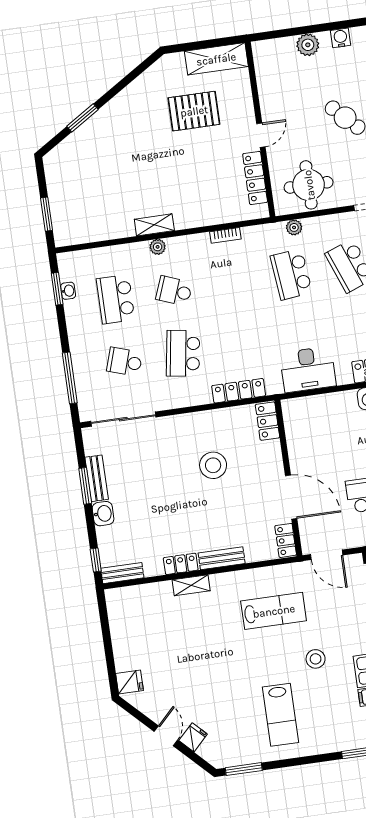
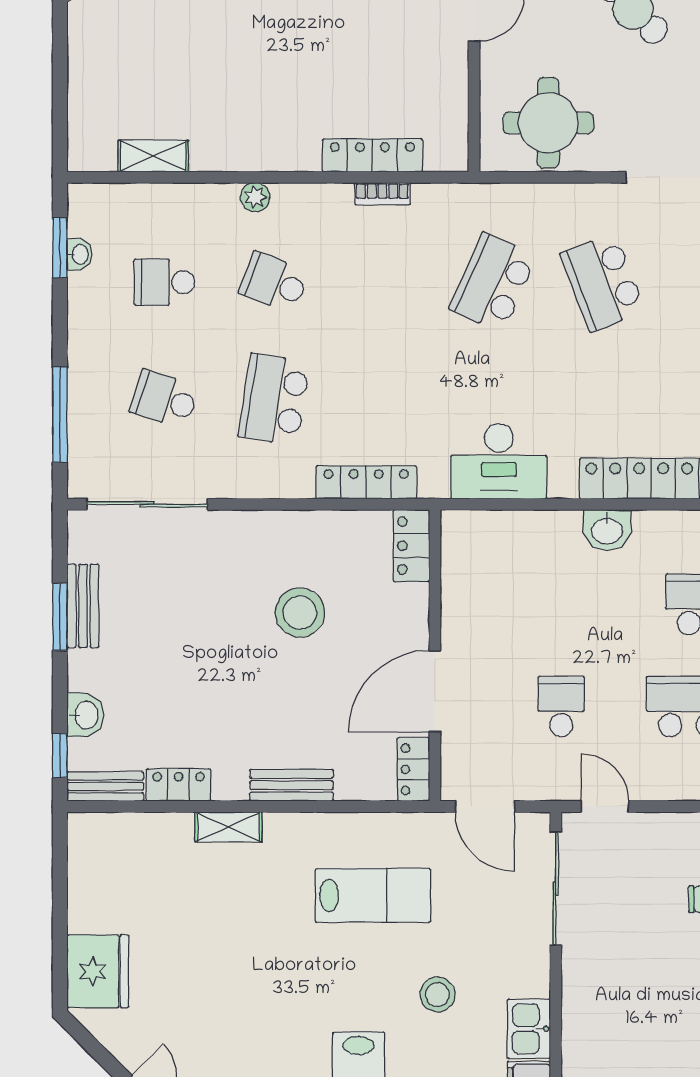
locker: (255, 178) -> (372, 155), moved, turned 90
window: (46, 214) -> (60, 108), removed
shelving: (154, 225) -> (153, 156), moved
plant: (294, 227) -> (511, 197), removed
school desk: (291, 274) -> (493, 282), turned 30
school desk: (116, 299) -> (164, 282), width x0.54
door: (291, 497) -> (435, 691), swing flipped
washbasin: (103, 514) -> (85, 715), moved
locker: (181, 564) -> (179, 785), moved
fridge: (129, 682) -> (98, 971), width x1.88, depth x1.34

